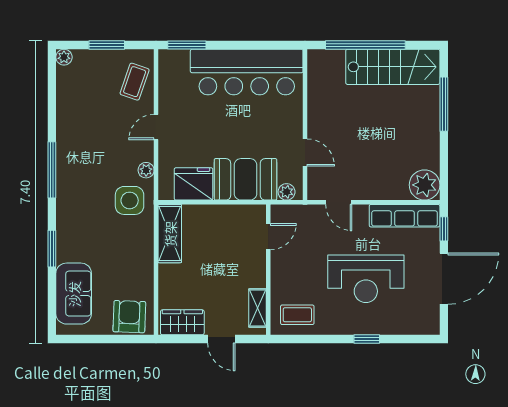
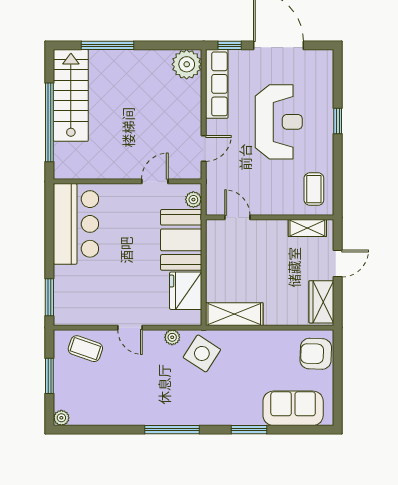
bar counter: (247, 72) -> (76, 224), width x0.73
side table: (130, 200) -> (202, 353), turned 33

